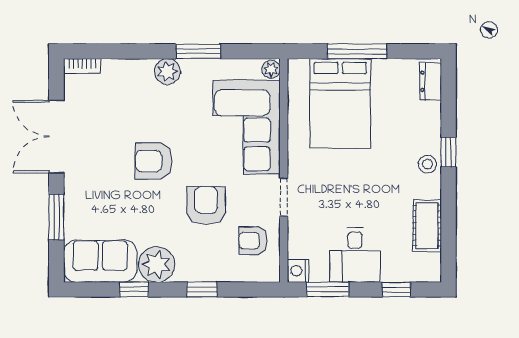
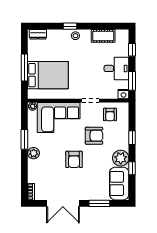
armchair: (206, 205) -> (94, 136), turned 180

